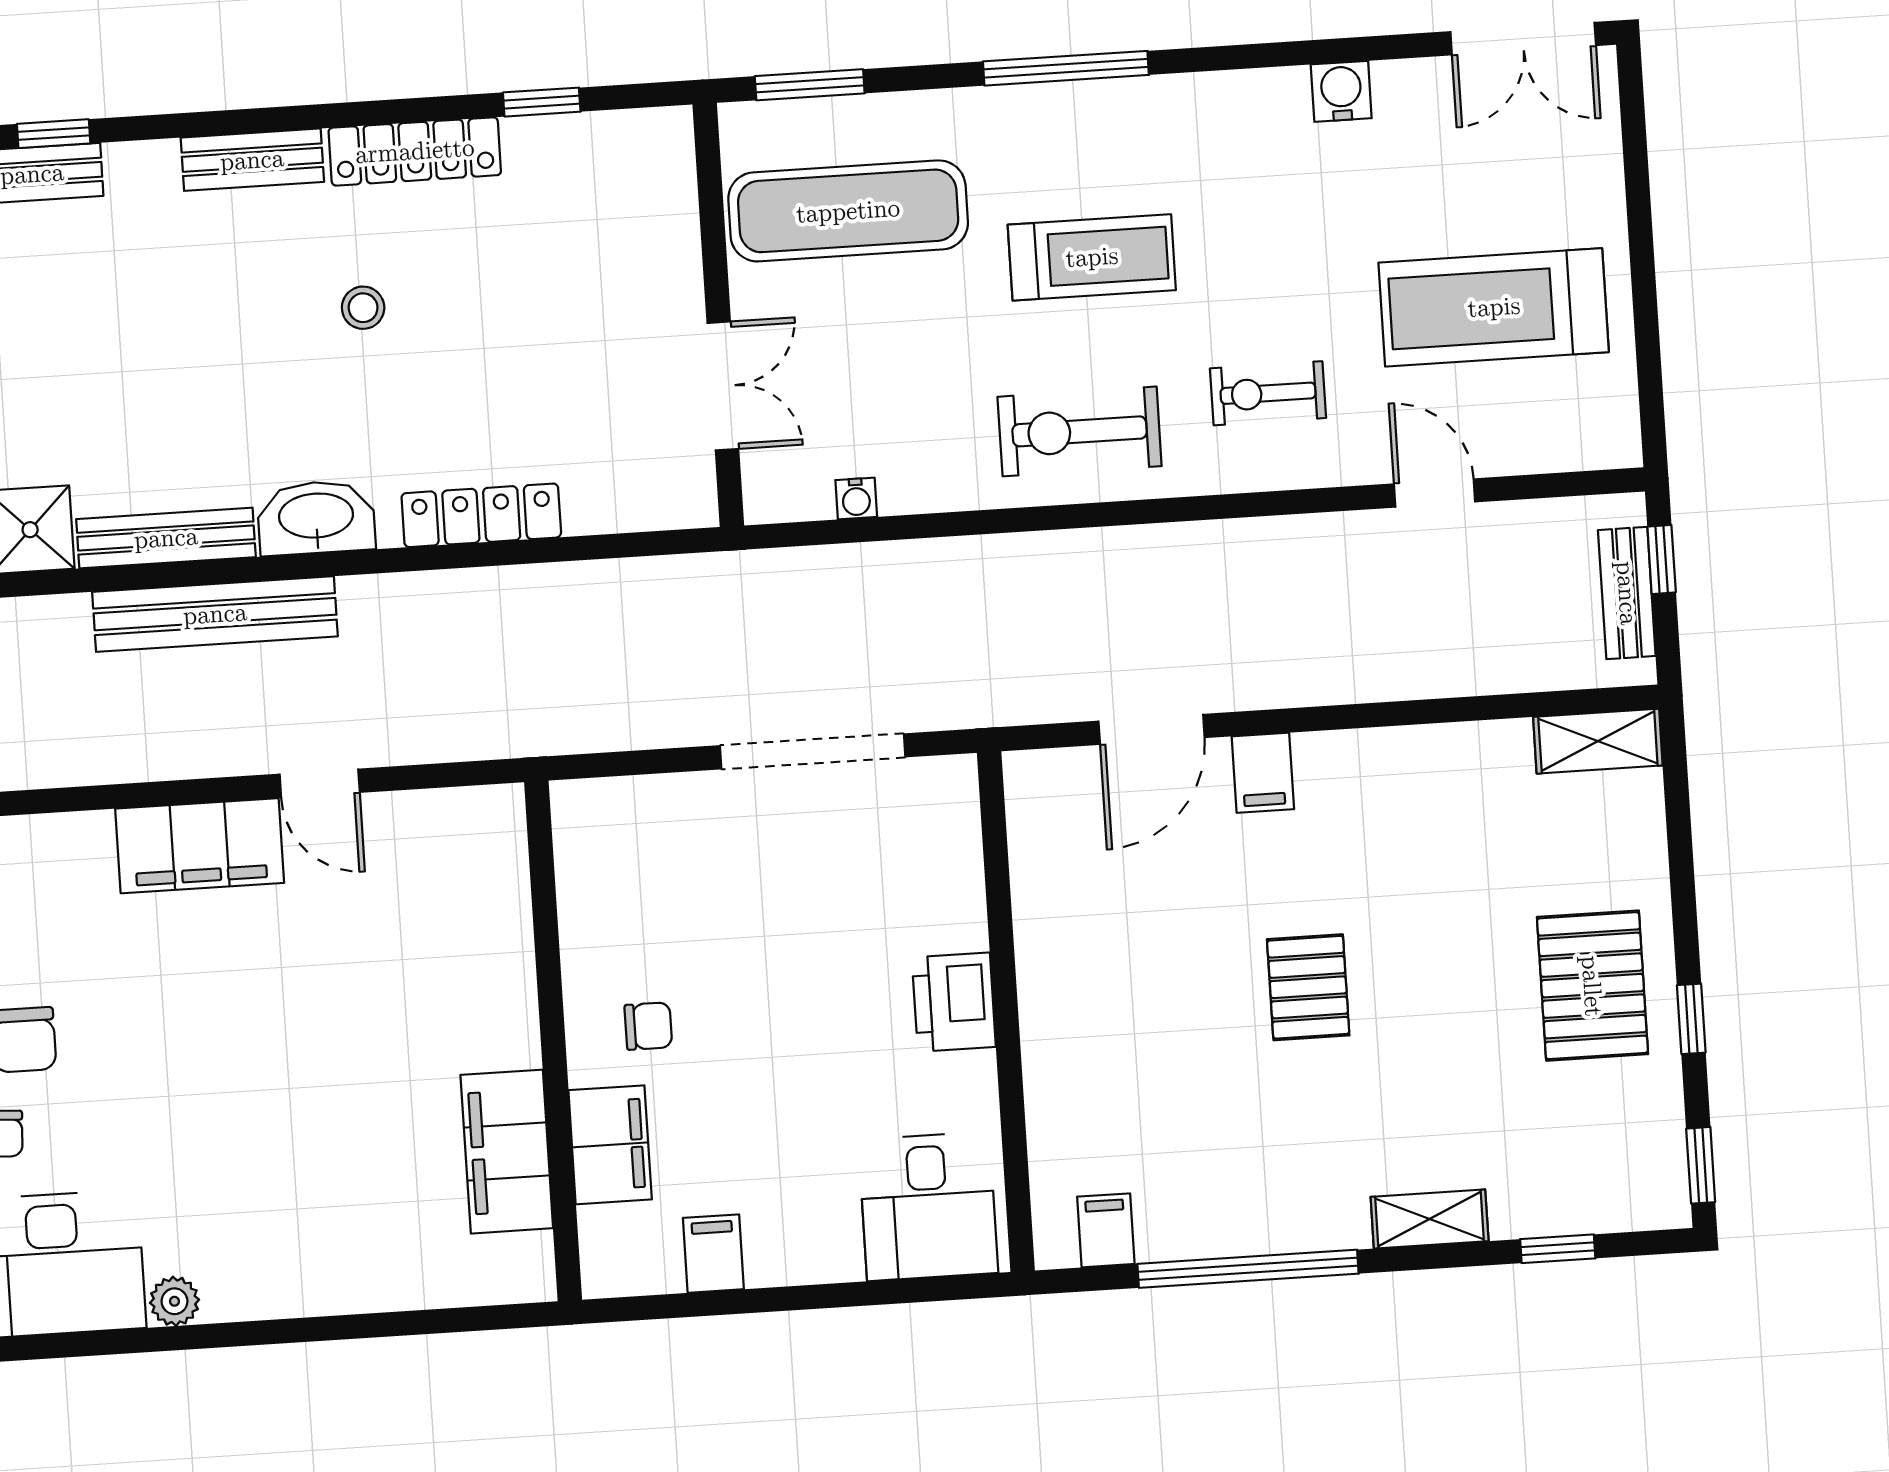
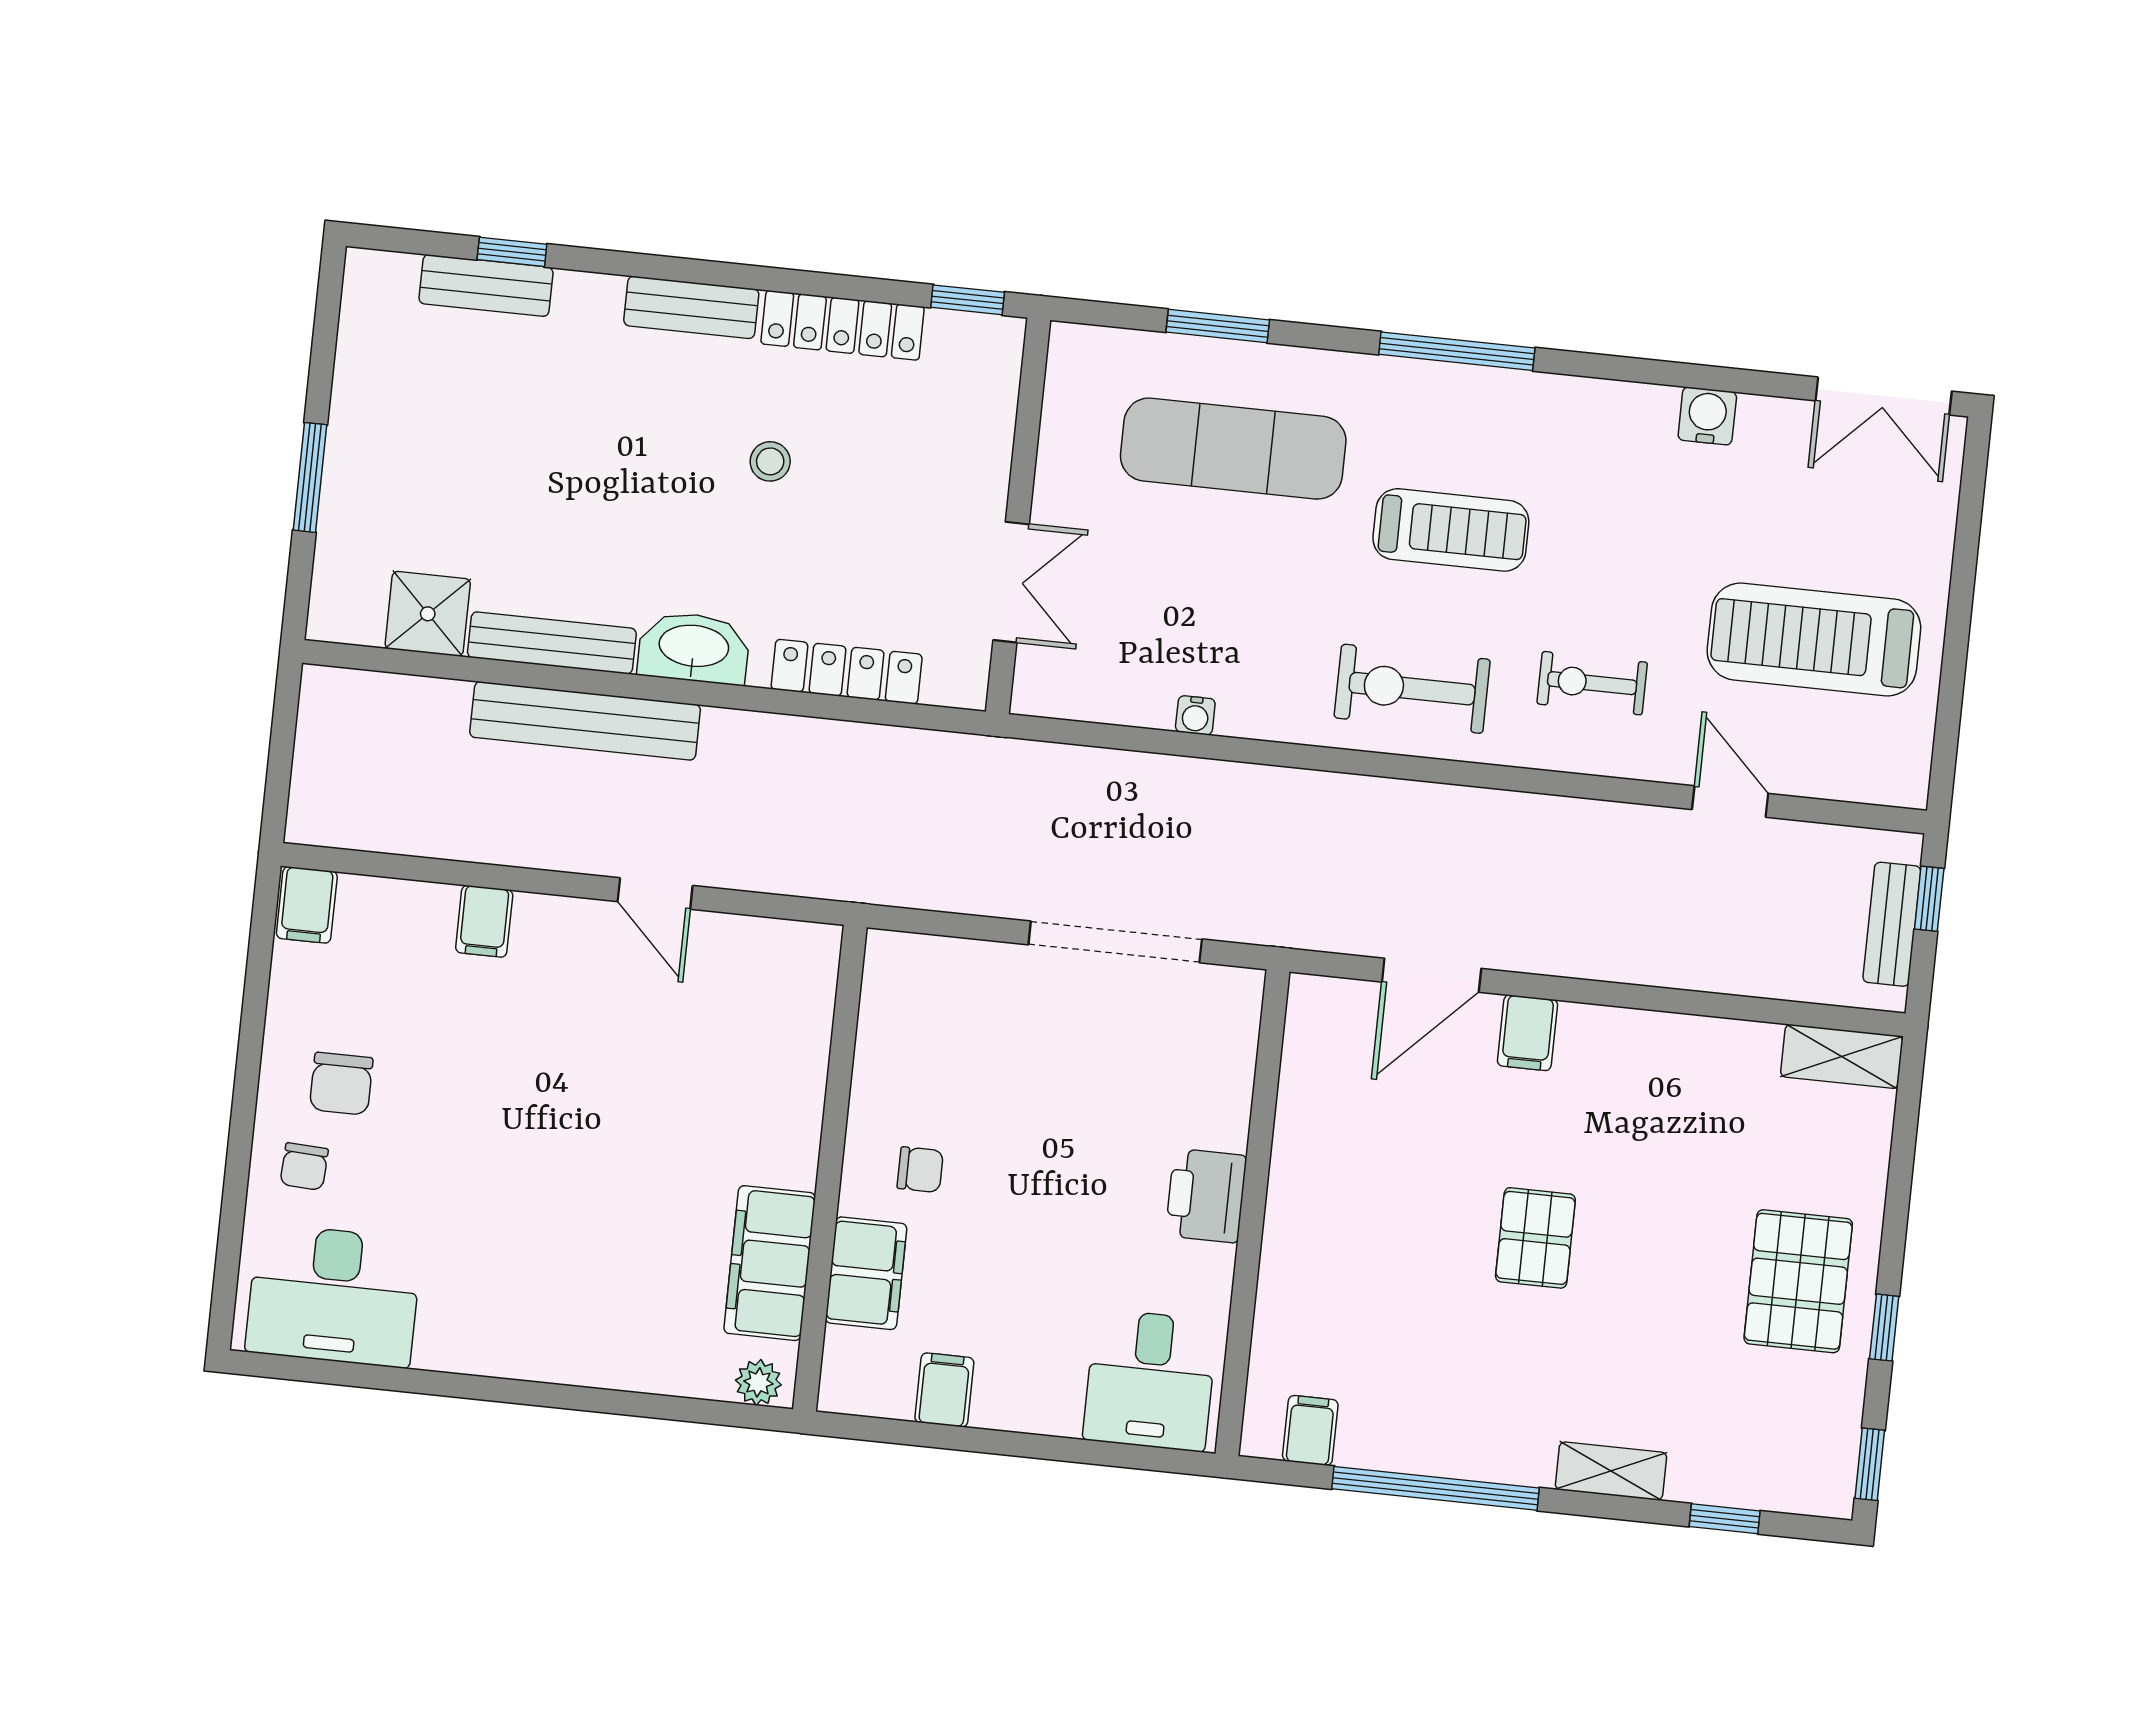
wall: (718, 315) -> (1018, 516), moved
double door: (723, 386) -> (1011, 582), moved
filing cabinet: (200, 846) -> (484, 921), width x0.33, depth x0.86
plant: (174, 1301) -> (758, 1382), moved

